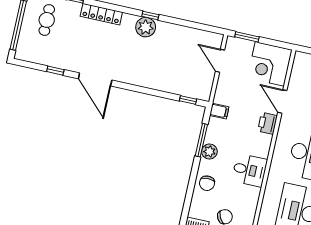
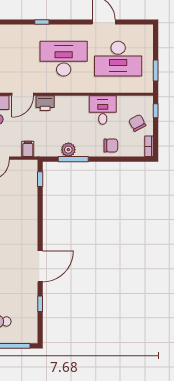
filing cabinet: (219, 111) -> (28, 149), moved
plant: (209, 152) -> (68, 150), moved
desk: (250, 170) -> (103, 110), moved

